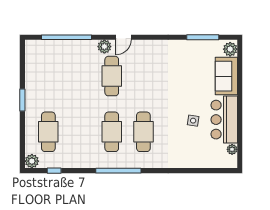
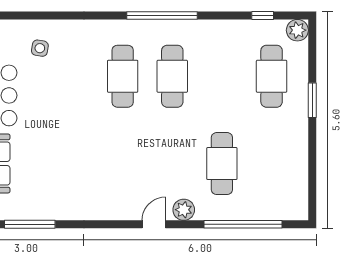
cafe table: (112, 76) -> (222, 164), moved
window: (22, 100) -> (312, 100), moved
side table: (193, 121) -> (40, 48), moved

